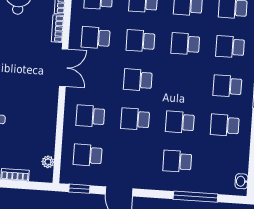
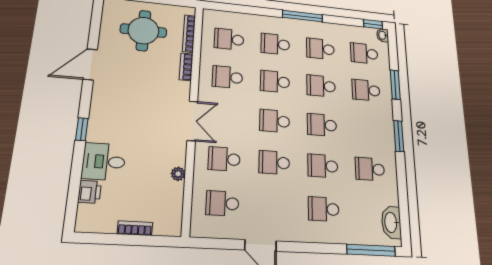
double door: (64, 68) -> (192, 121), moved
school desk: (227, 86) -> (322, 125), moved
plant: (48, 162) -> (178, 174), moved
washbasin: (241, 181) -> (391, 222), width x1.91, depth x1.45
window: (79, 189) -> (214, 243), removed
window: (195, 197) -> (371, 250), moved

